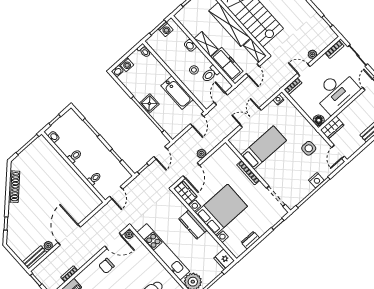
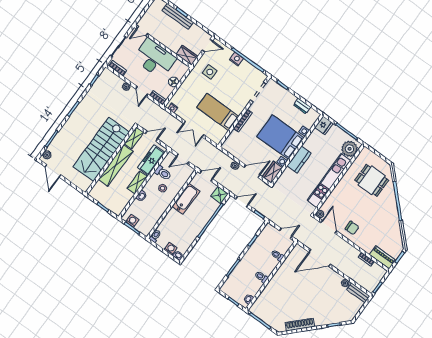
shower: (149, 104) -> (220, 195), moved
floor lamp: (319, 120) -> (173, 82), moved
door: (69, 235) -> (320, 258), moved

